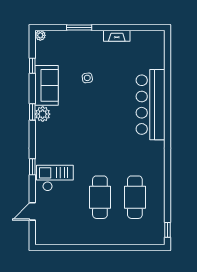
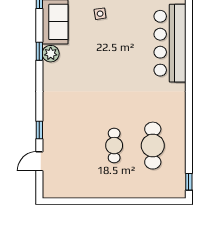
window: (32, 167) -> (39, 130), moved
checkout: (55, 178) -> (64, 124), removed
cafe table: (100, 197) -> (114, 146), width x0.73, depth x0.74

